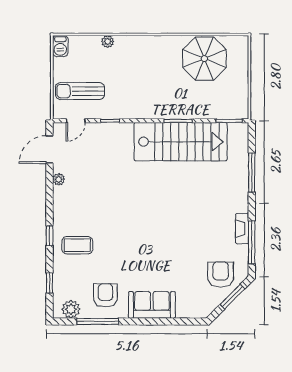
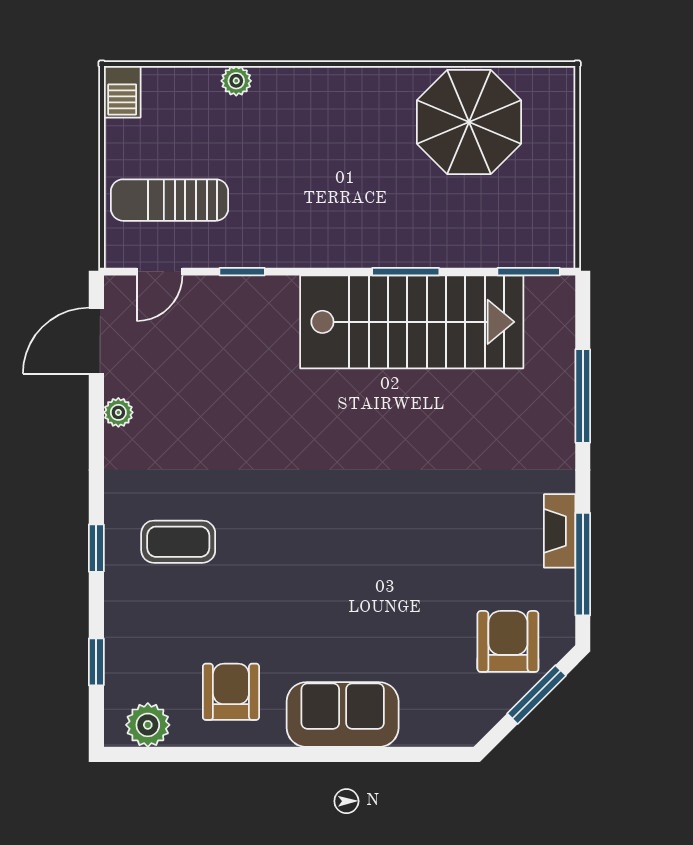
coffee table: (77, 245) -> (178, 542), moved
window: (98, 321) -> (212, 754), removed

